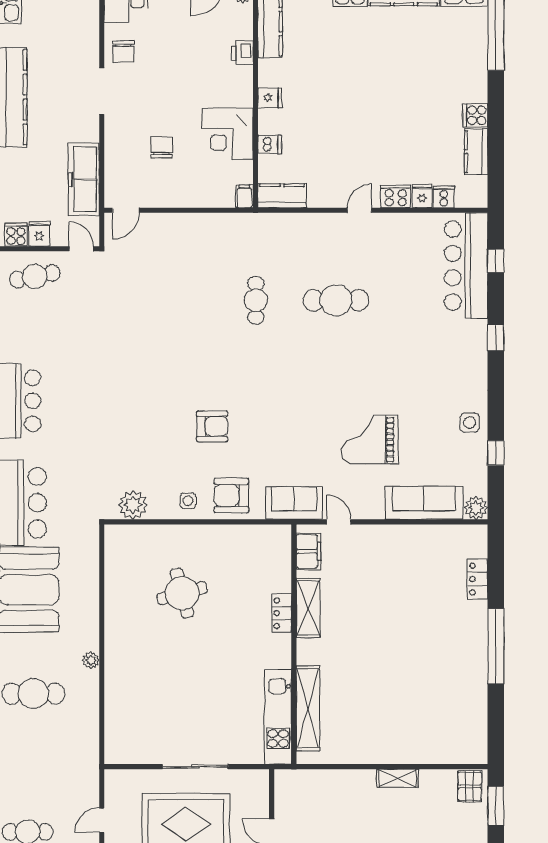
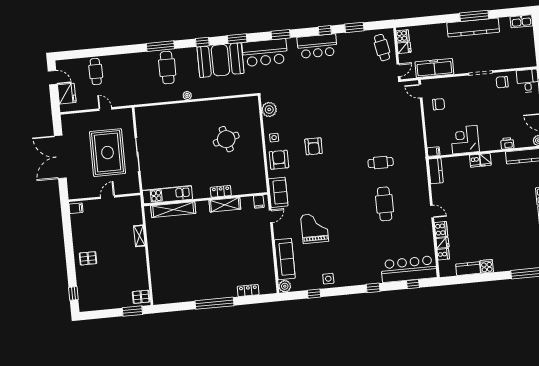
dishwasher: (270, 144) -> (475, 161), moved
chair: (162, 148) -> (439, 104), moved
filing cabinet: (309, 551) -> (259, 202), width x0.50
shelving: (397, 778) -> (139, 236), moved

